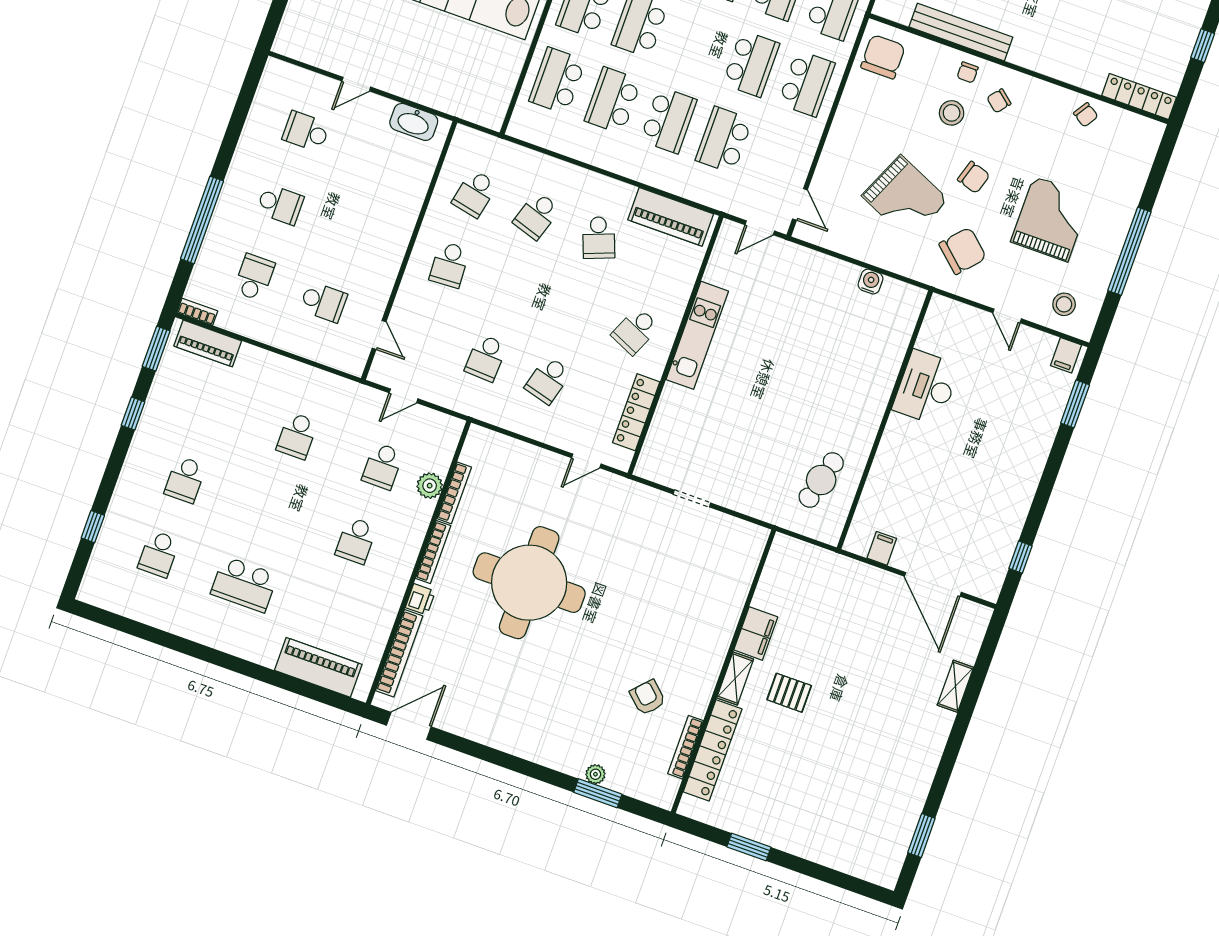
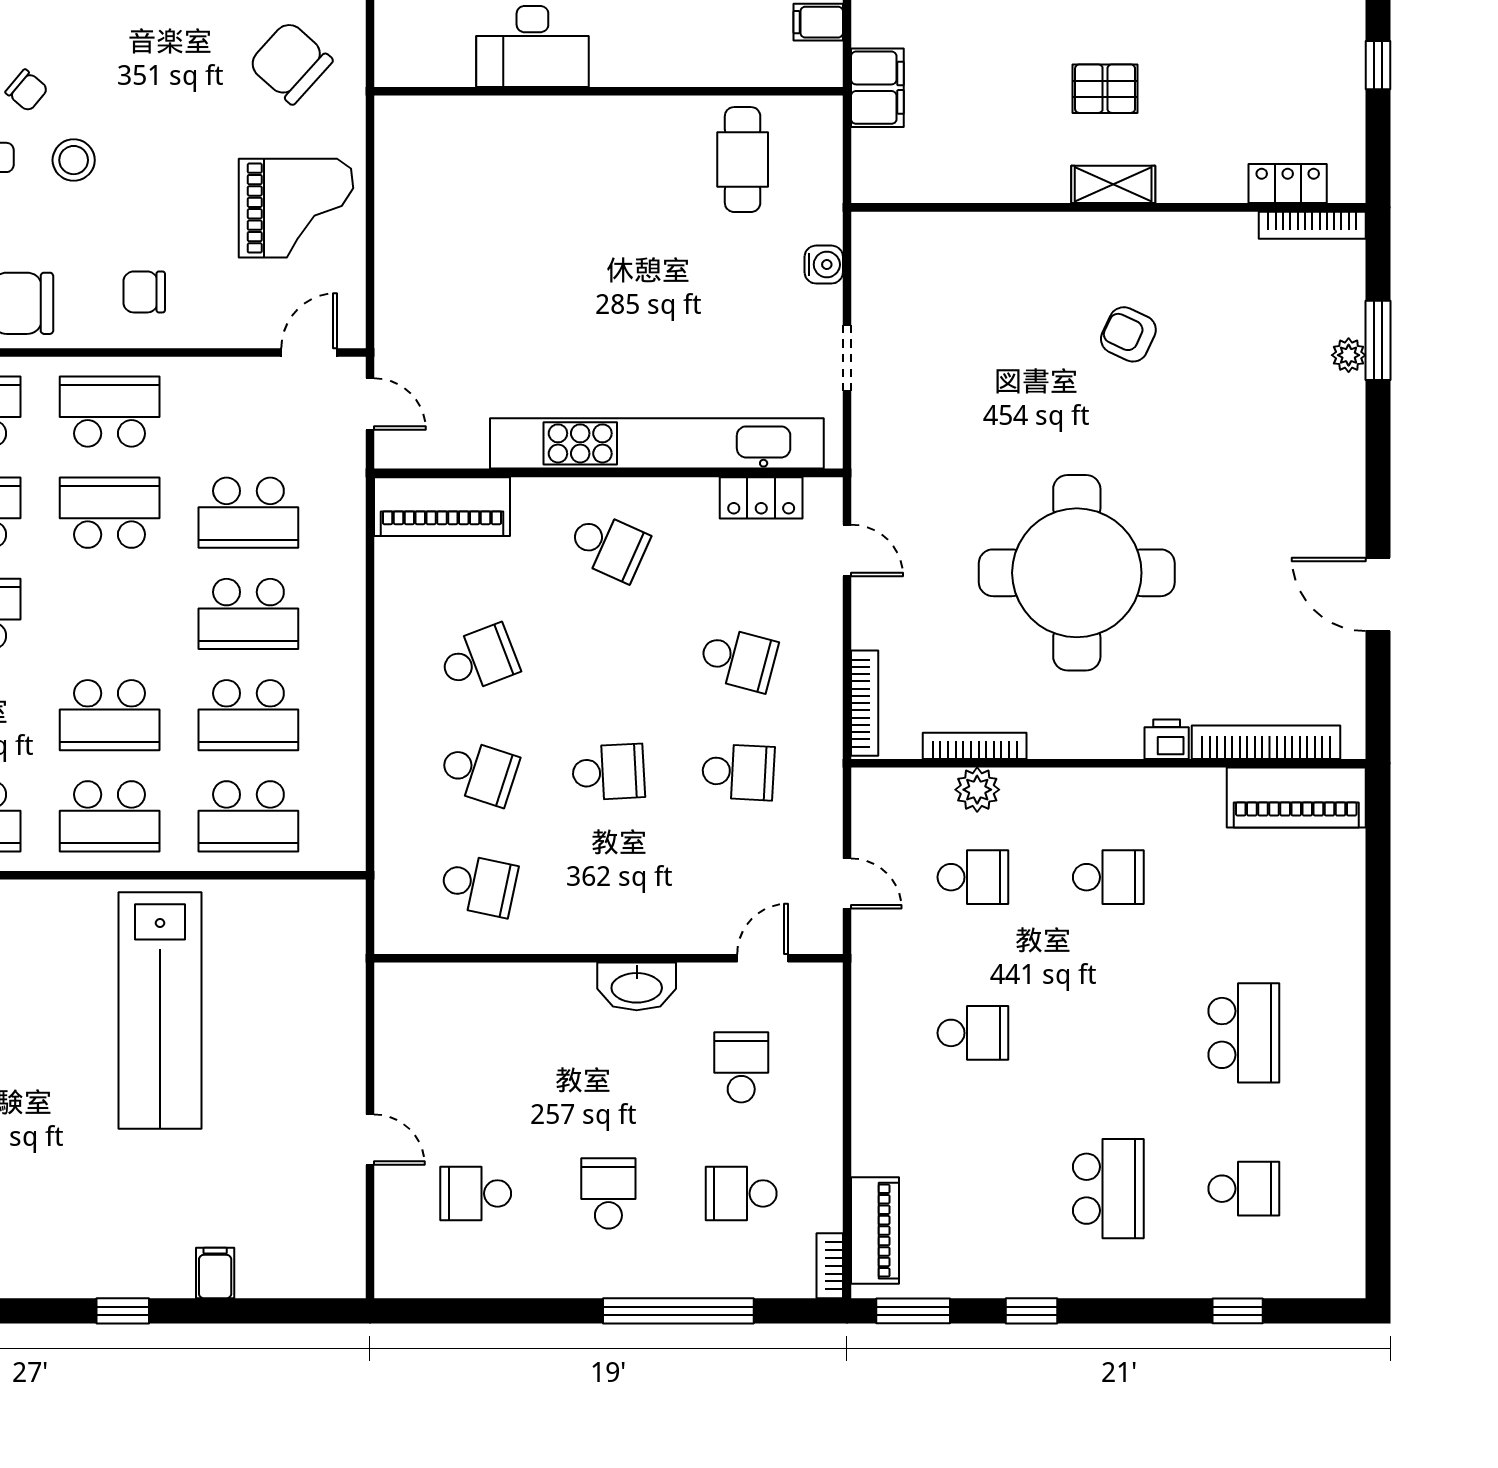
school desk: (668, 120) -> (248, 614), turned 180
washbasin: (414, 122) -> (637, 986), moved, turned 90
school desk: (306, 132) -> (476, 1193), turned 90
chair: (974, 177) -> (144, 292), moved, turned -107
grand piano: (905, 198) -> (296, 208), moved, turned 66
piano: (671, 217) -> (442, 507), moved, turned 90
school desk: (449, 265) -> (608, 772), moved
water cooler: (871, 282) -> (824, 265), moved, turned 180
kitchen unit: (697, 335) -> (657, 443), width x1.86
locker: (636, 412) -> (761, 498), width x0.66
school desk: (185, 480) -> (1108, 1189), width x1.85
cafe table: (821, 480) -> (743, 160), turned 75
bookcase: (433, 552) -> (865, 703), moved, turned 90
filing cabinet: (756, 633) -> (877, 88), moved, turned 90
piano: (318, 667) -> (1296, 798), moved, turned -90
pallet: (789, 693) -> (1105, 89), turned 90
armchair: (648, 697) -> (1128, 334), moved, turned 72
door: (409, 726) -> (1378, 594), moved
bookcase: (685, 747) -> (1312, 225), moved
locker: (713, 750) -> (1288, 184), width x0.46, depth x0.83
window: (749, 847) -> (1378, 65), width x0.67

